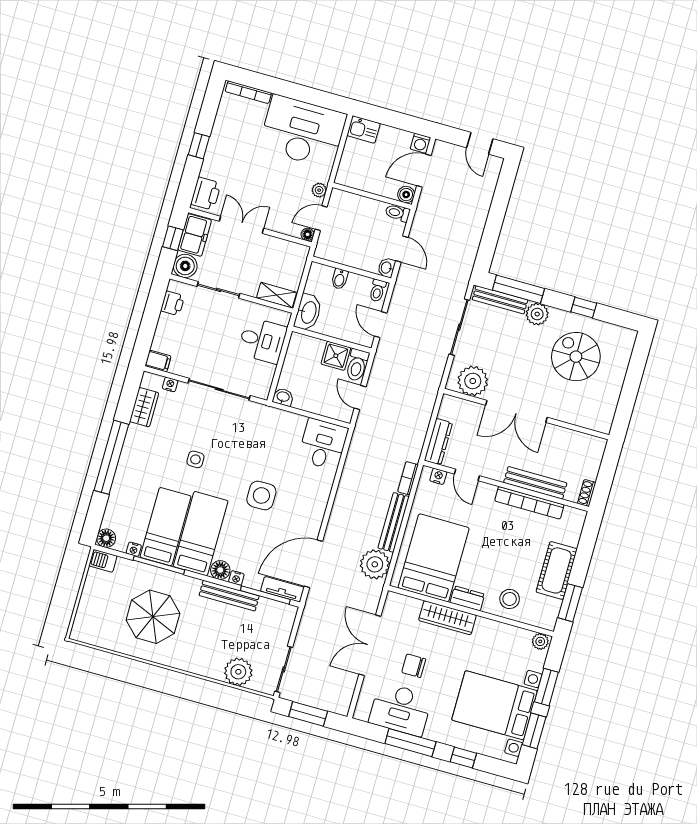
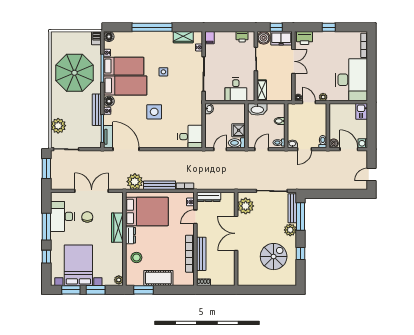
parasol: (153, 617) -> (74, 73), width x1.36, depth x1.36

